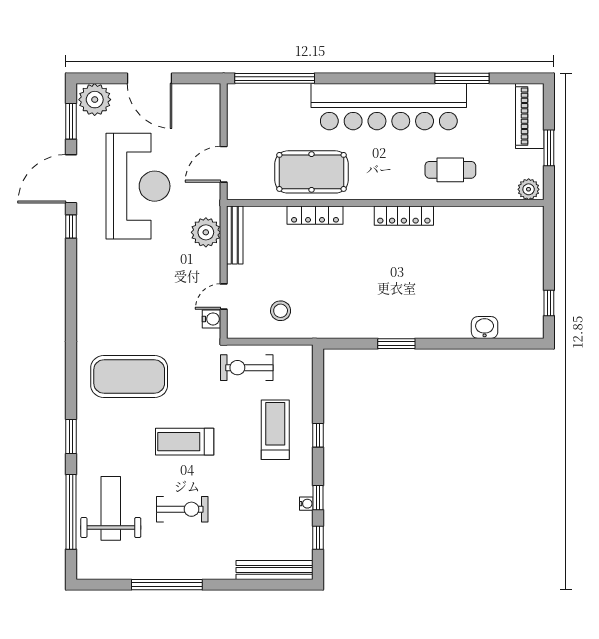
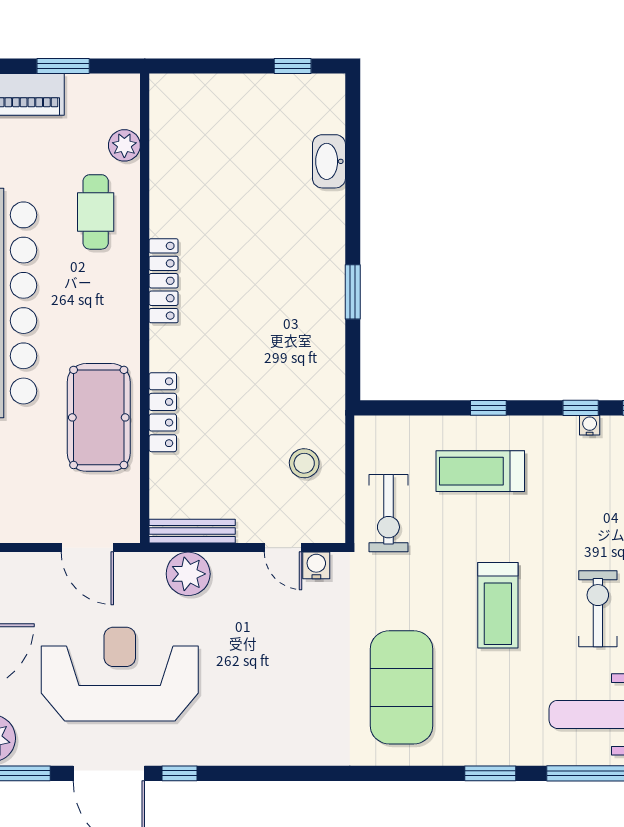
plant: (529, 189) -> (124, 145), moved
washbasin: (485, 327) -> (329, 161), width x1.38

